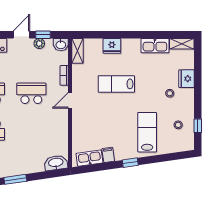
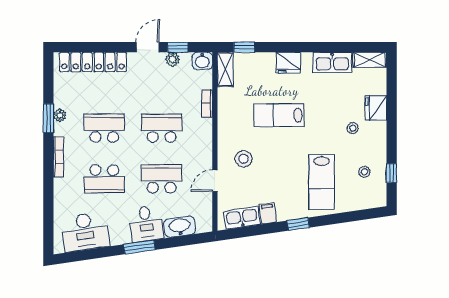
window: (91, 35) -> (244, 47), added
fridge: (112, 46) -> (288, 63), moved
door: (70, 100) -> (215, 181), moved
stool: (91, 115) -> (244, 159), added
school desk: (31, 130) -> (162, 179), added
lab bench: (147, 132) -> (322, 182), turned 180
desk: (20, 162) -> (146, 224), added
washbasin: (56, 163) -> (180, 227), moved

